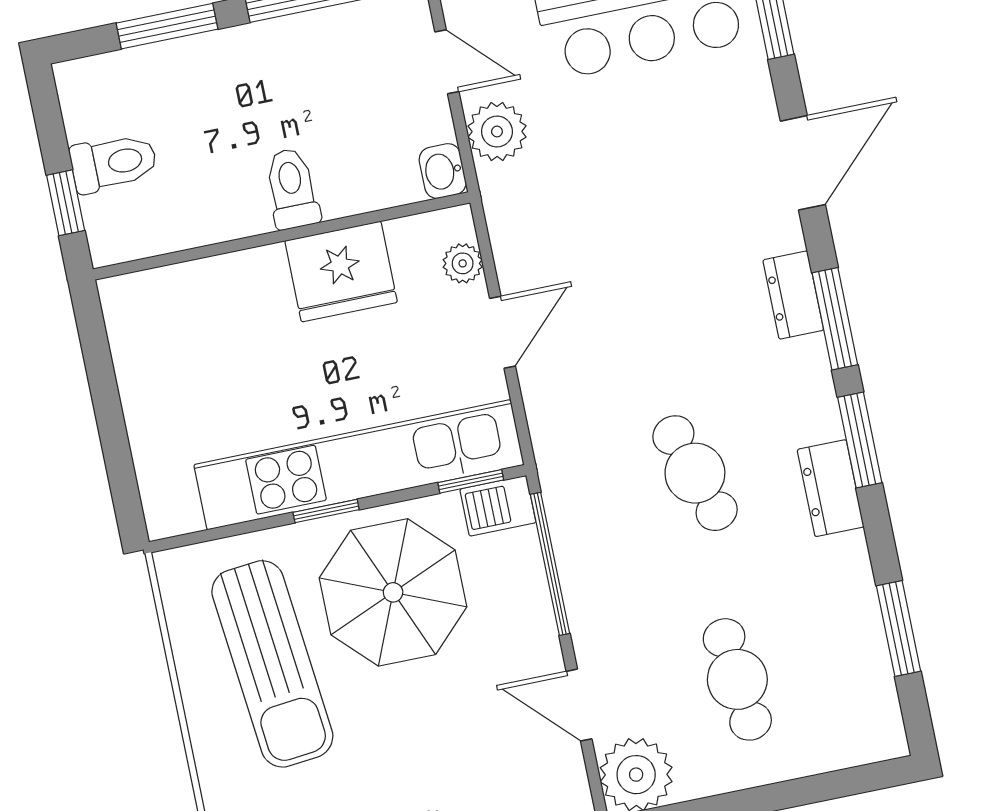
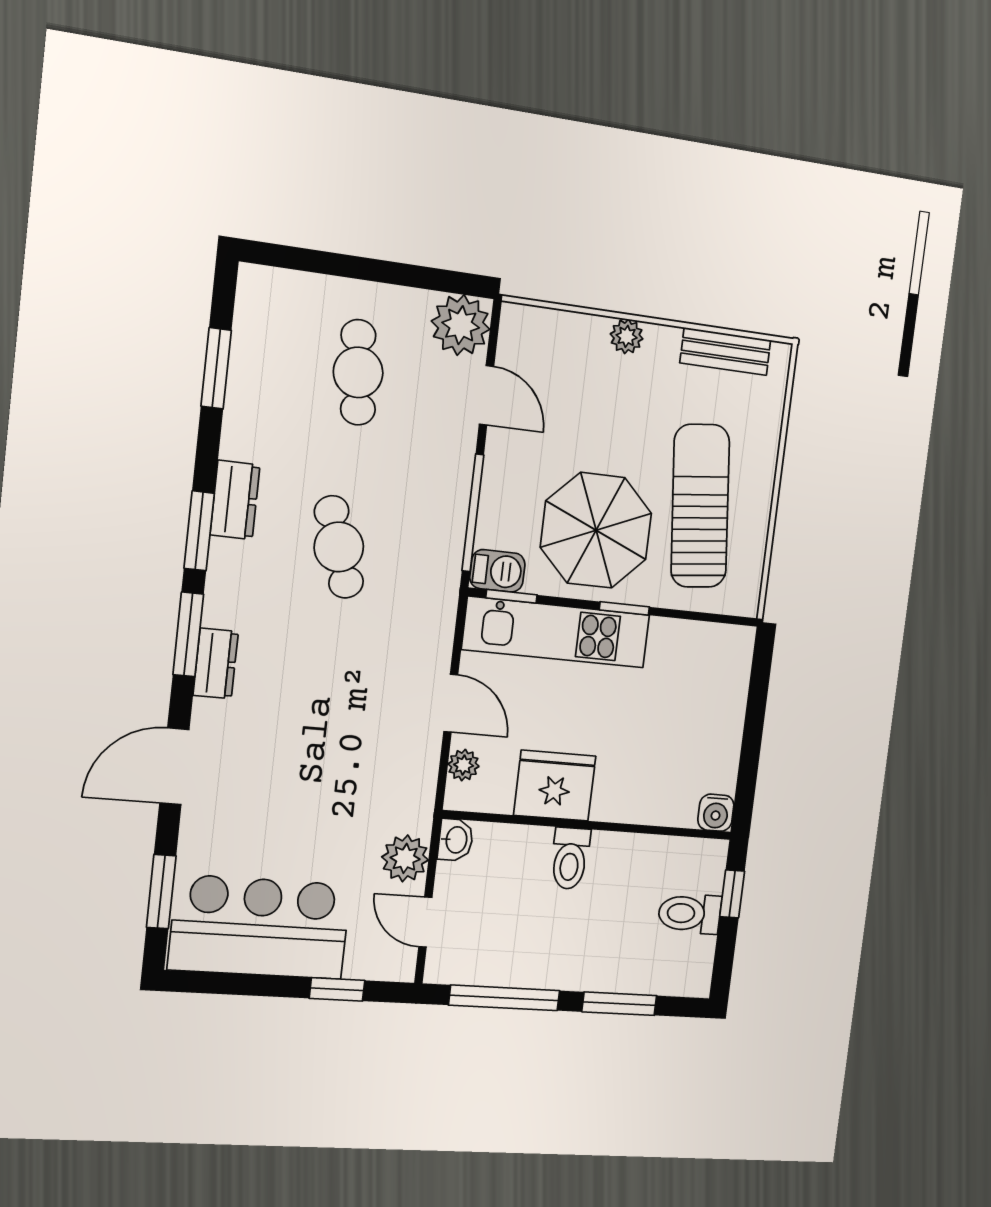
water cooler: (122, 298) -> (716, 813), added
door: (502, 332) -> (451, 703), swing flipped
kitchen unit: (359, 465) -> (556, 632), width x0.73

